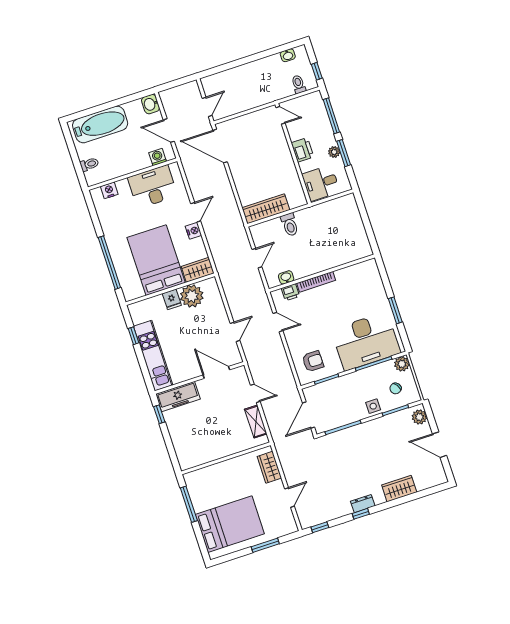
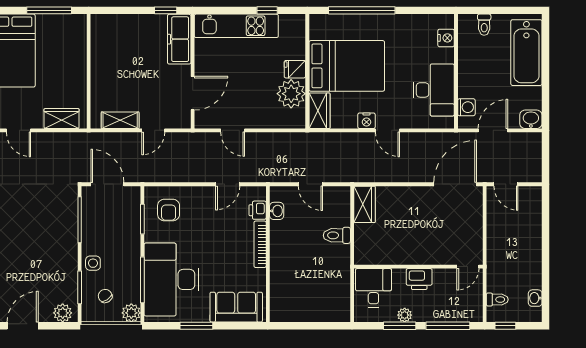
wardrobe: (266, 209) -> (364, 204), width x0.67
sofa: (371, 284) -> (236, 307), added

